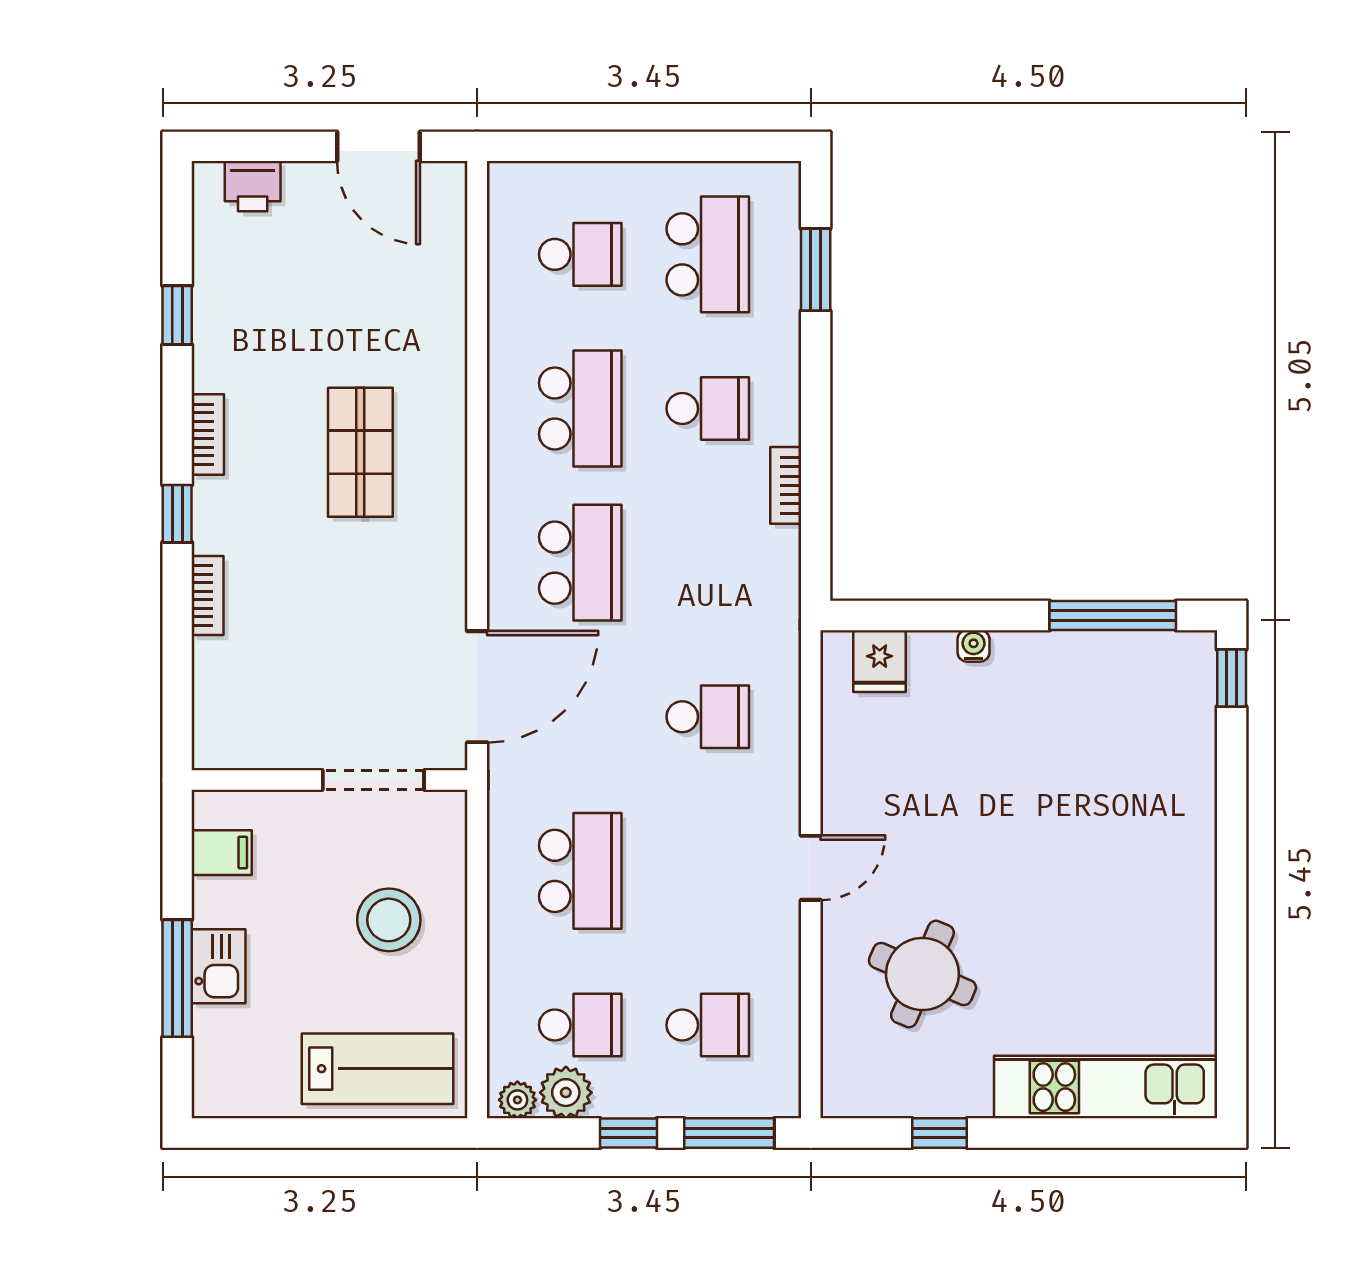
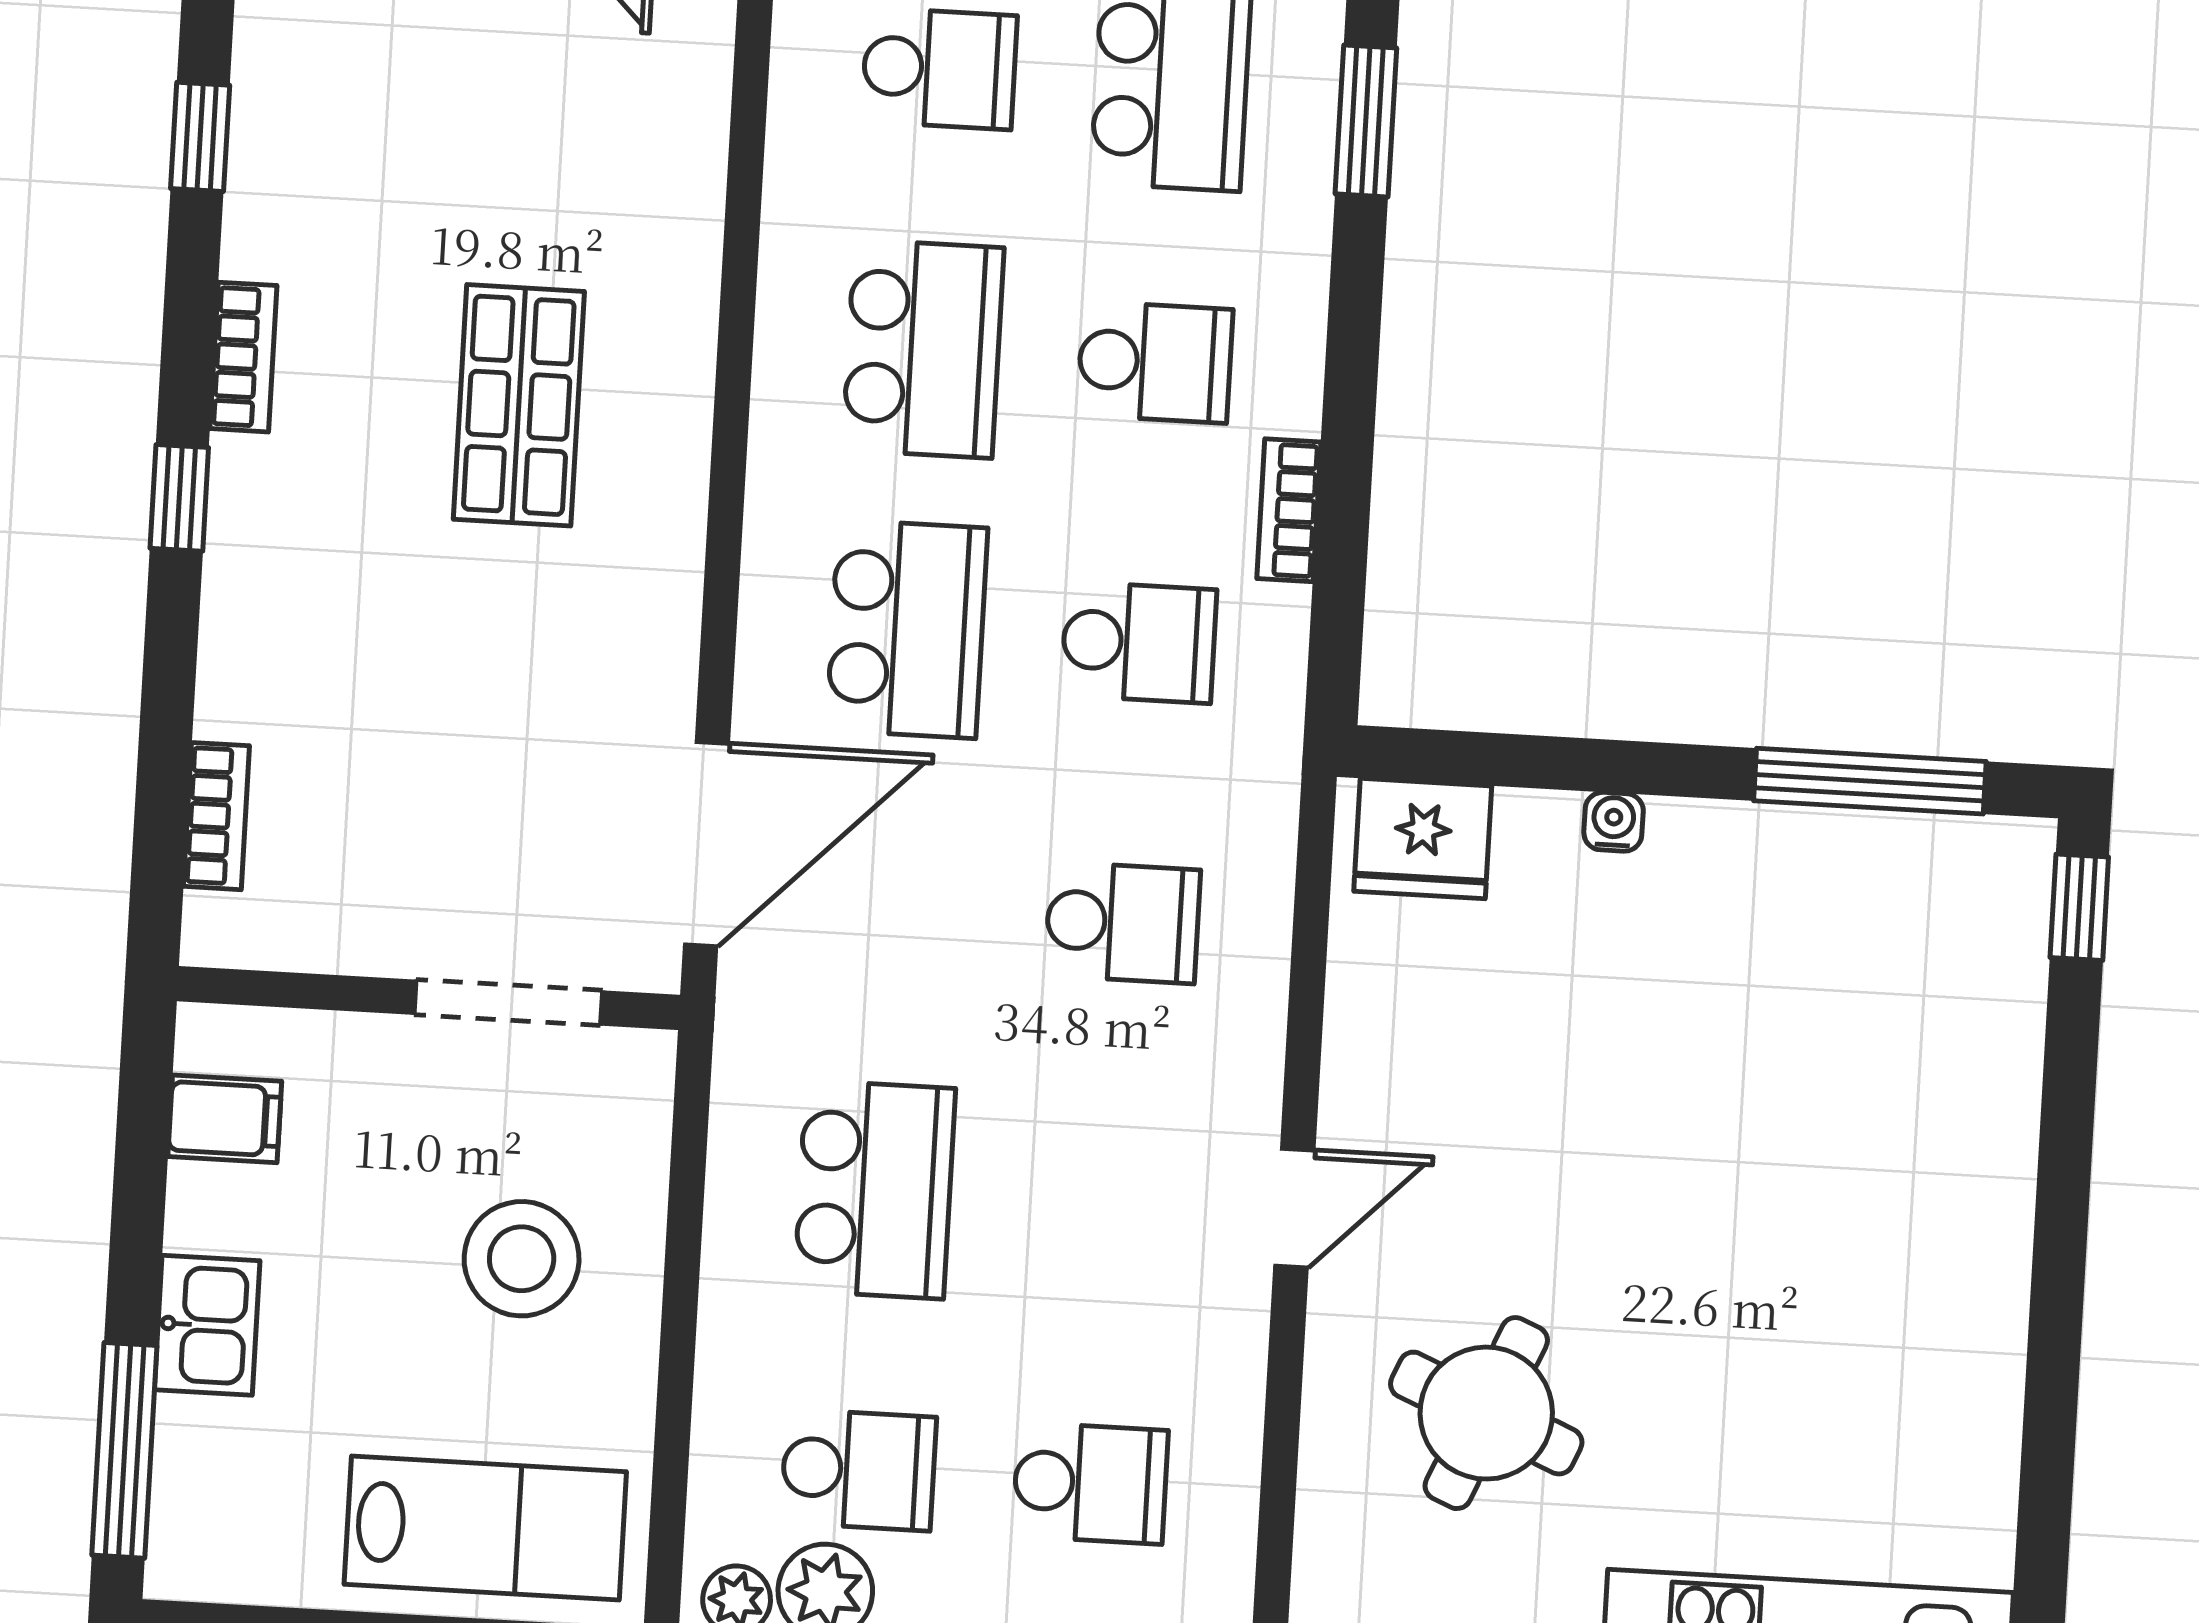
school desk: (708, 563) -> (1139, 642), added
bookcase: (208, 596) -> (216, 816), moved
fridge: (880, 661) -> (1423, 839), width x1.38
window: (177, 978) -> (124, 1450), moved

